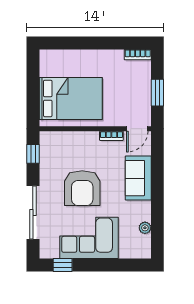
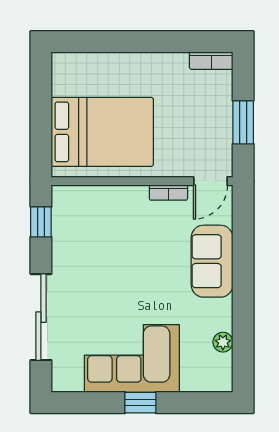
armchair: (82, 188) -> (121, 278), removed
window: (63, 265) -> (140, 403), moved

